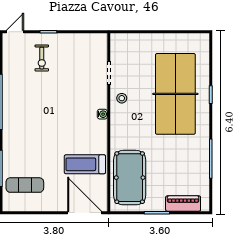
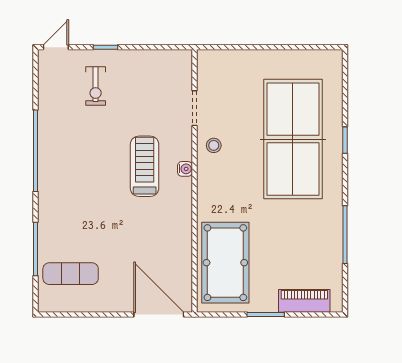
treadmill: (85, 164) -> (145, 166), moved, turned 90

